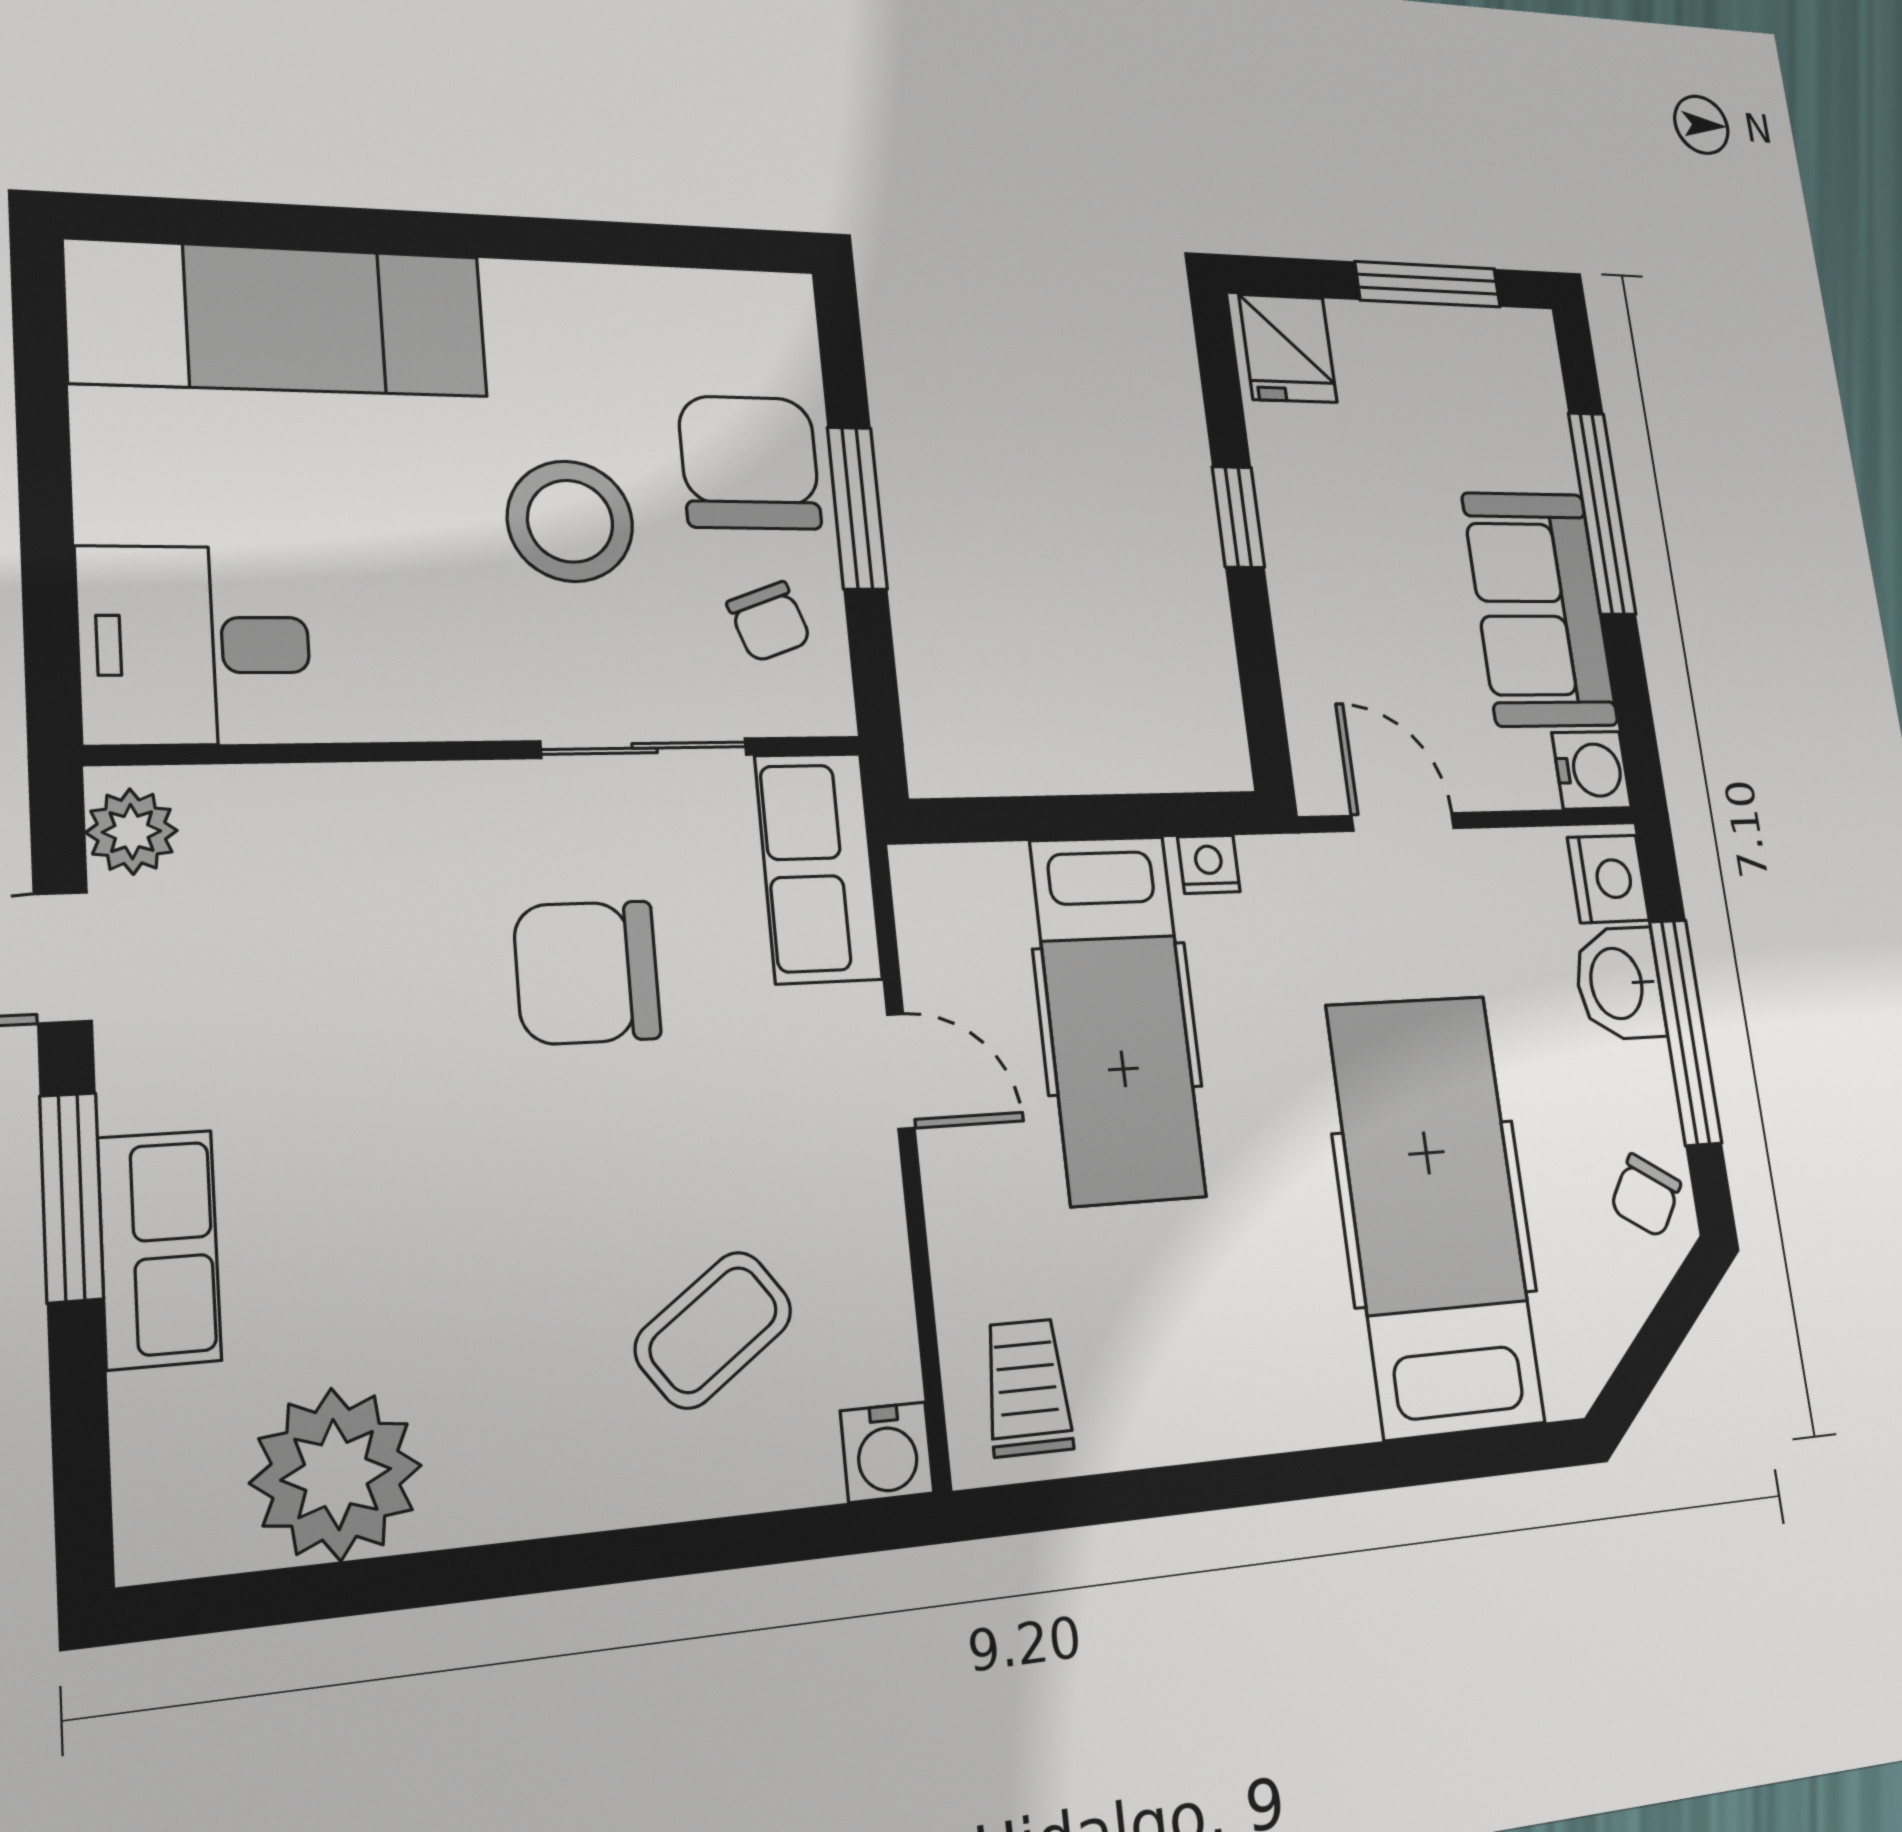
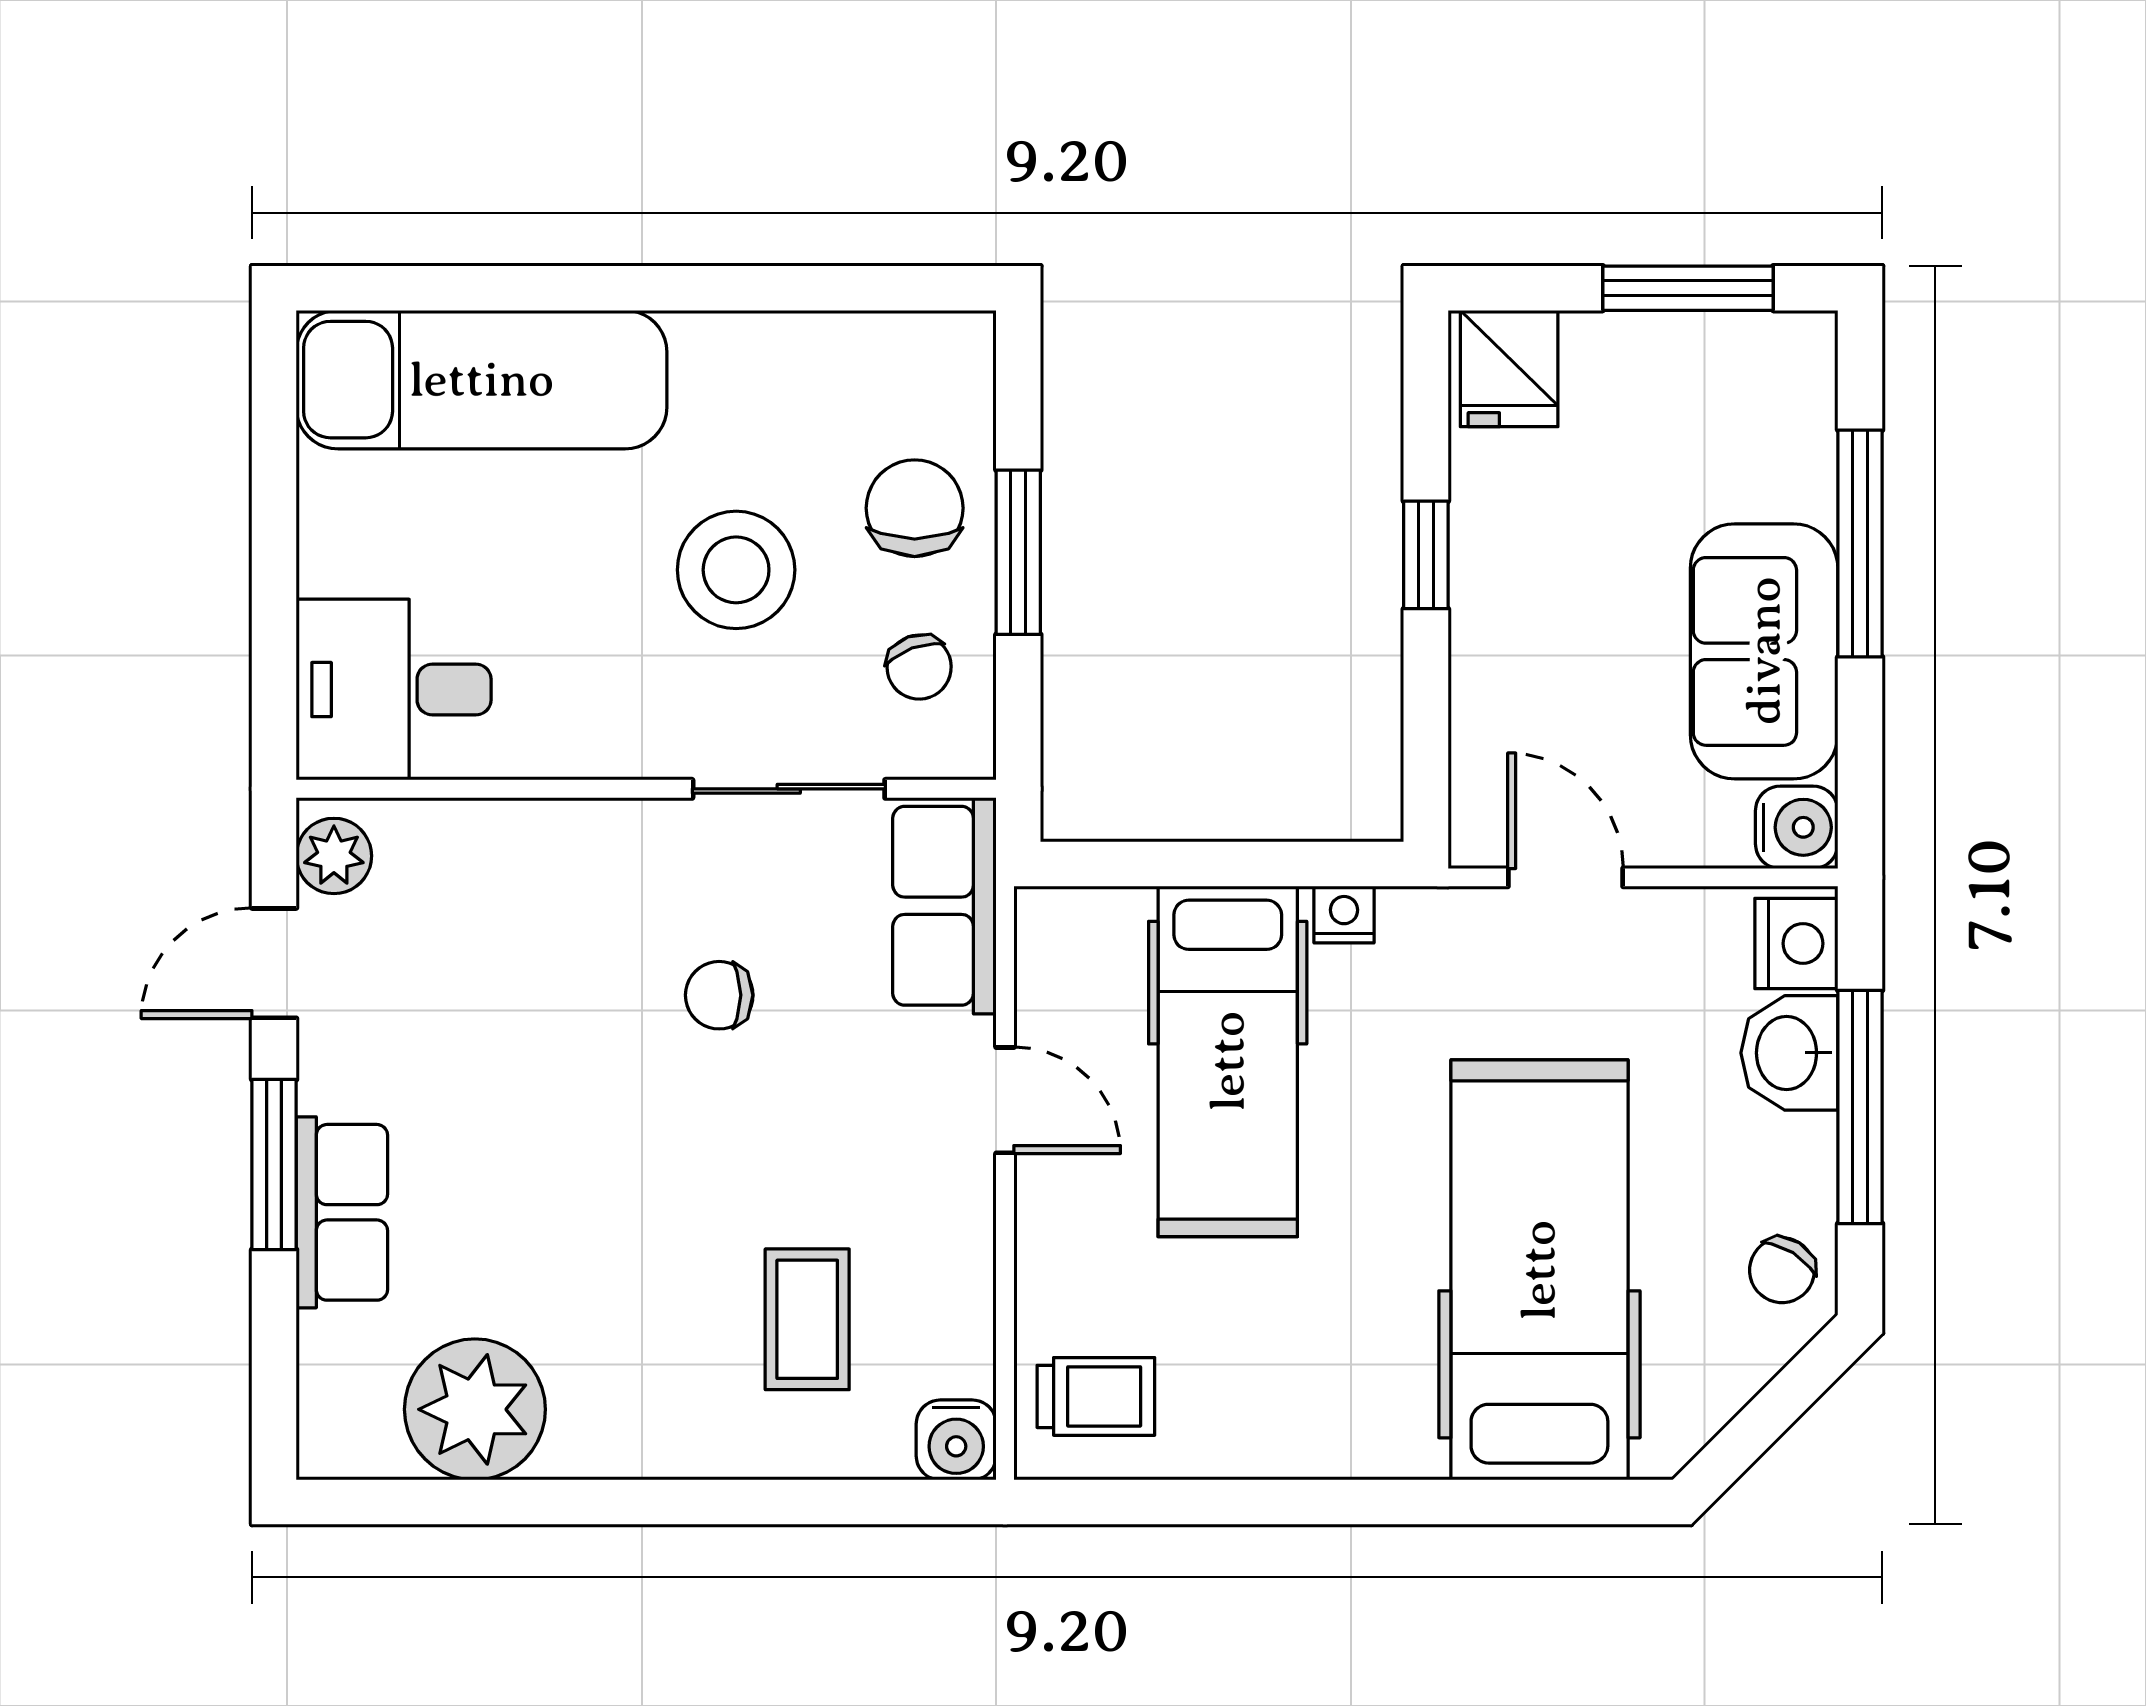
chair: (750, 463) -> (915, 508), width x0.73, depth x0.73
chair: (587, 972) -> (719, 995), width x0.54, depth x0.54
coffee table: (713, 1330) -> (807, 1319), turned -54
trolley: (1027, 1388) -> (1096, 1396), turned 90

